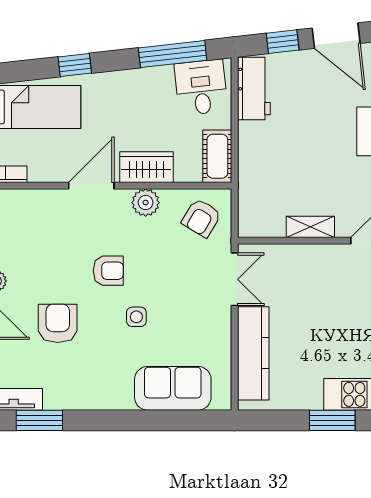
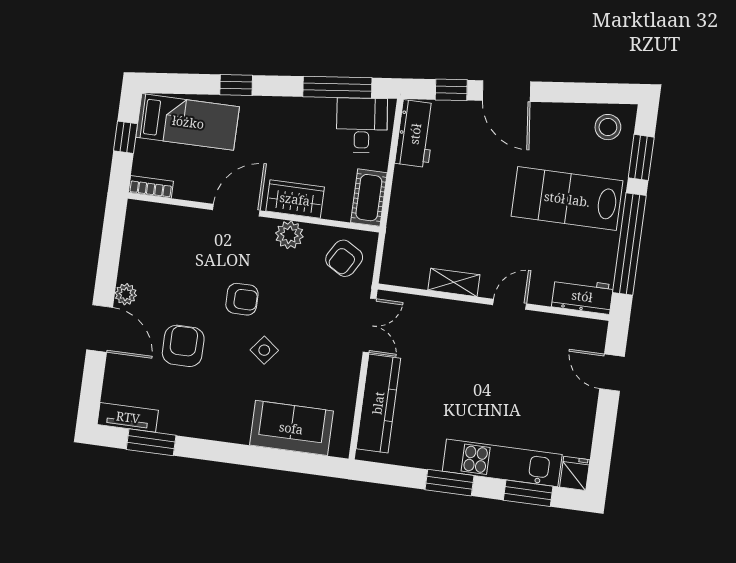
side table: (136, 317) -> (264, 350), turned 38

